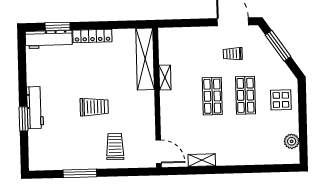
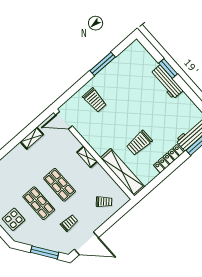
trolley: (185, 46) -> (104, 202), added
shelving: (165, 78) -> (87, 157), moved
trolley: (94, 107) -> (139, 143), moved

